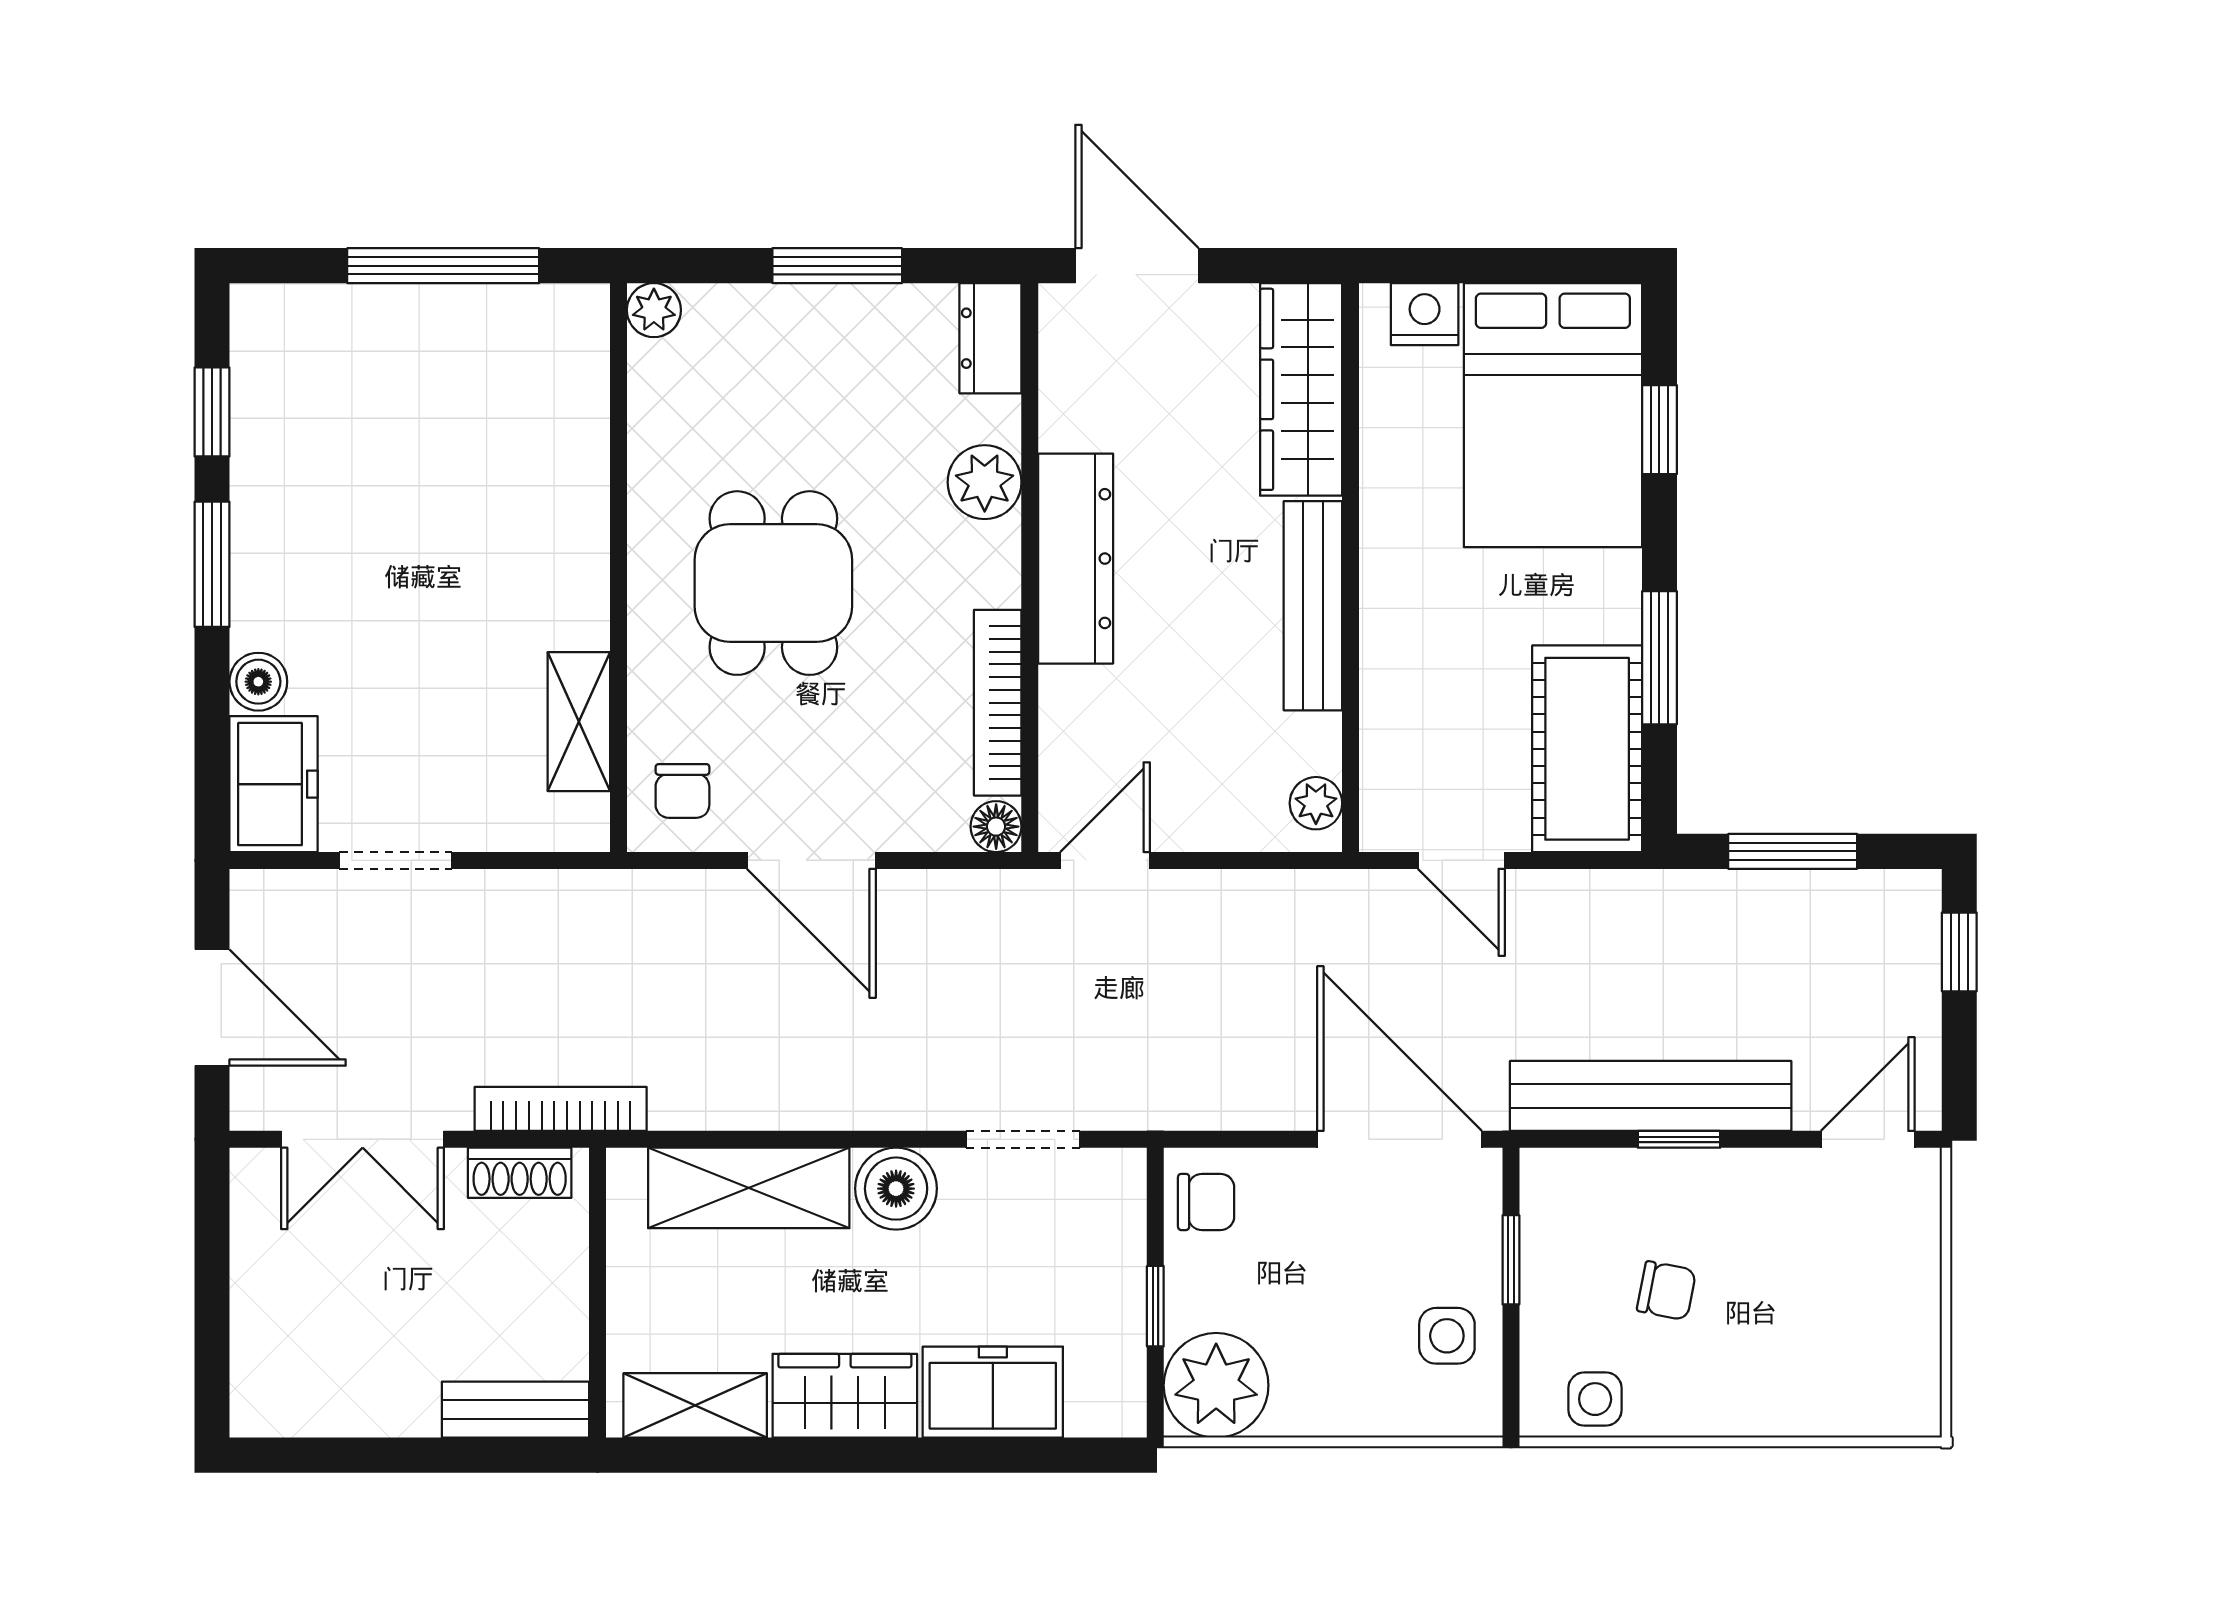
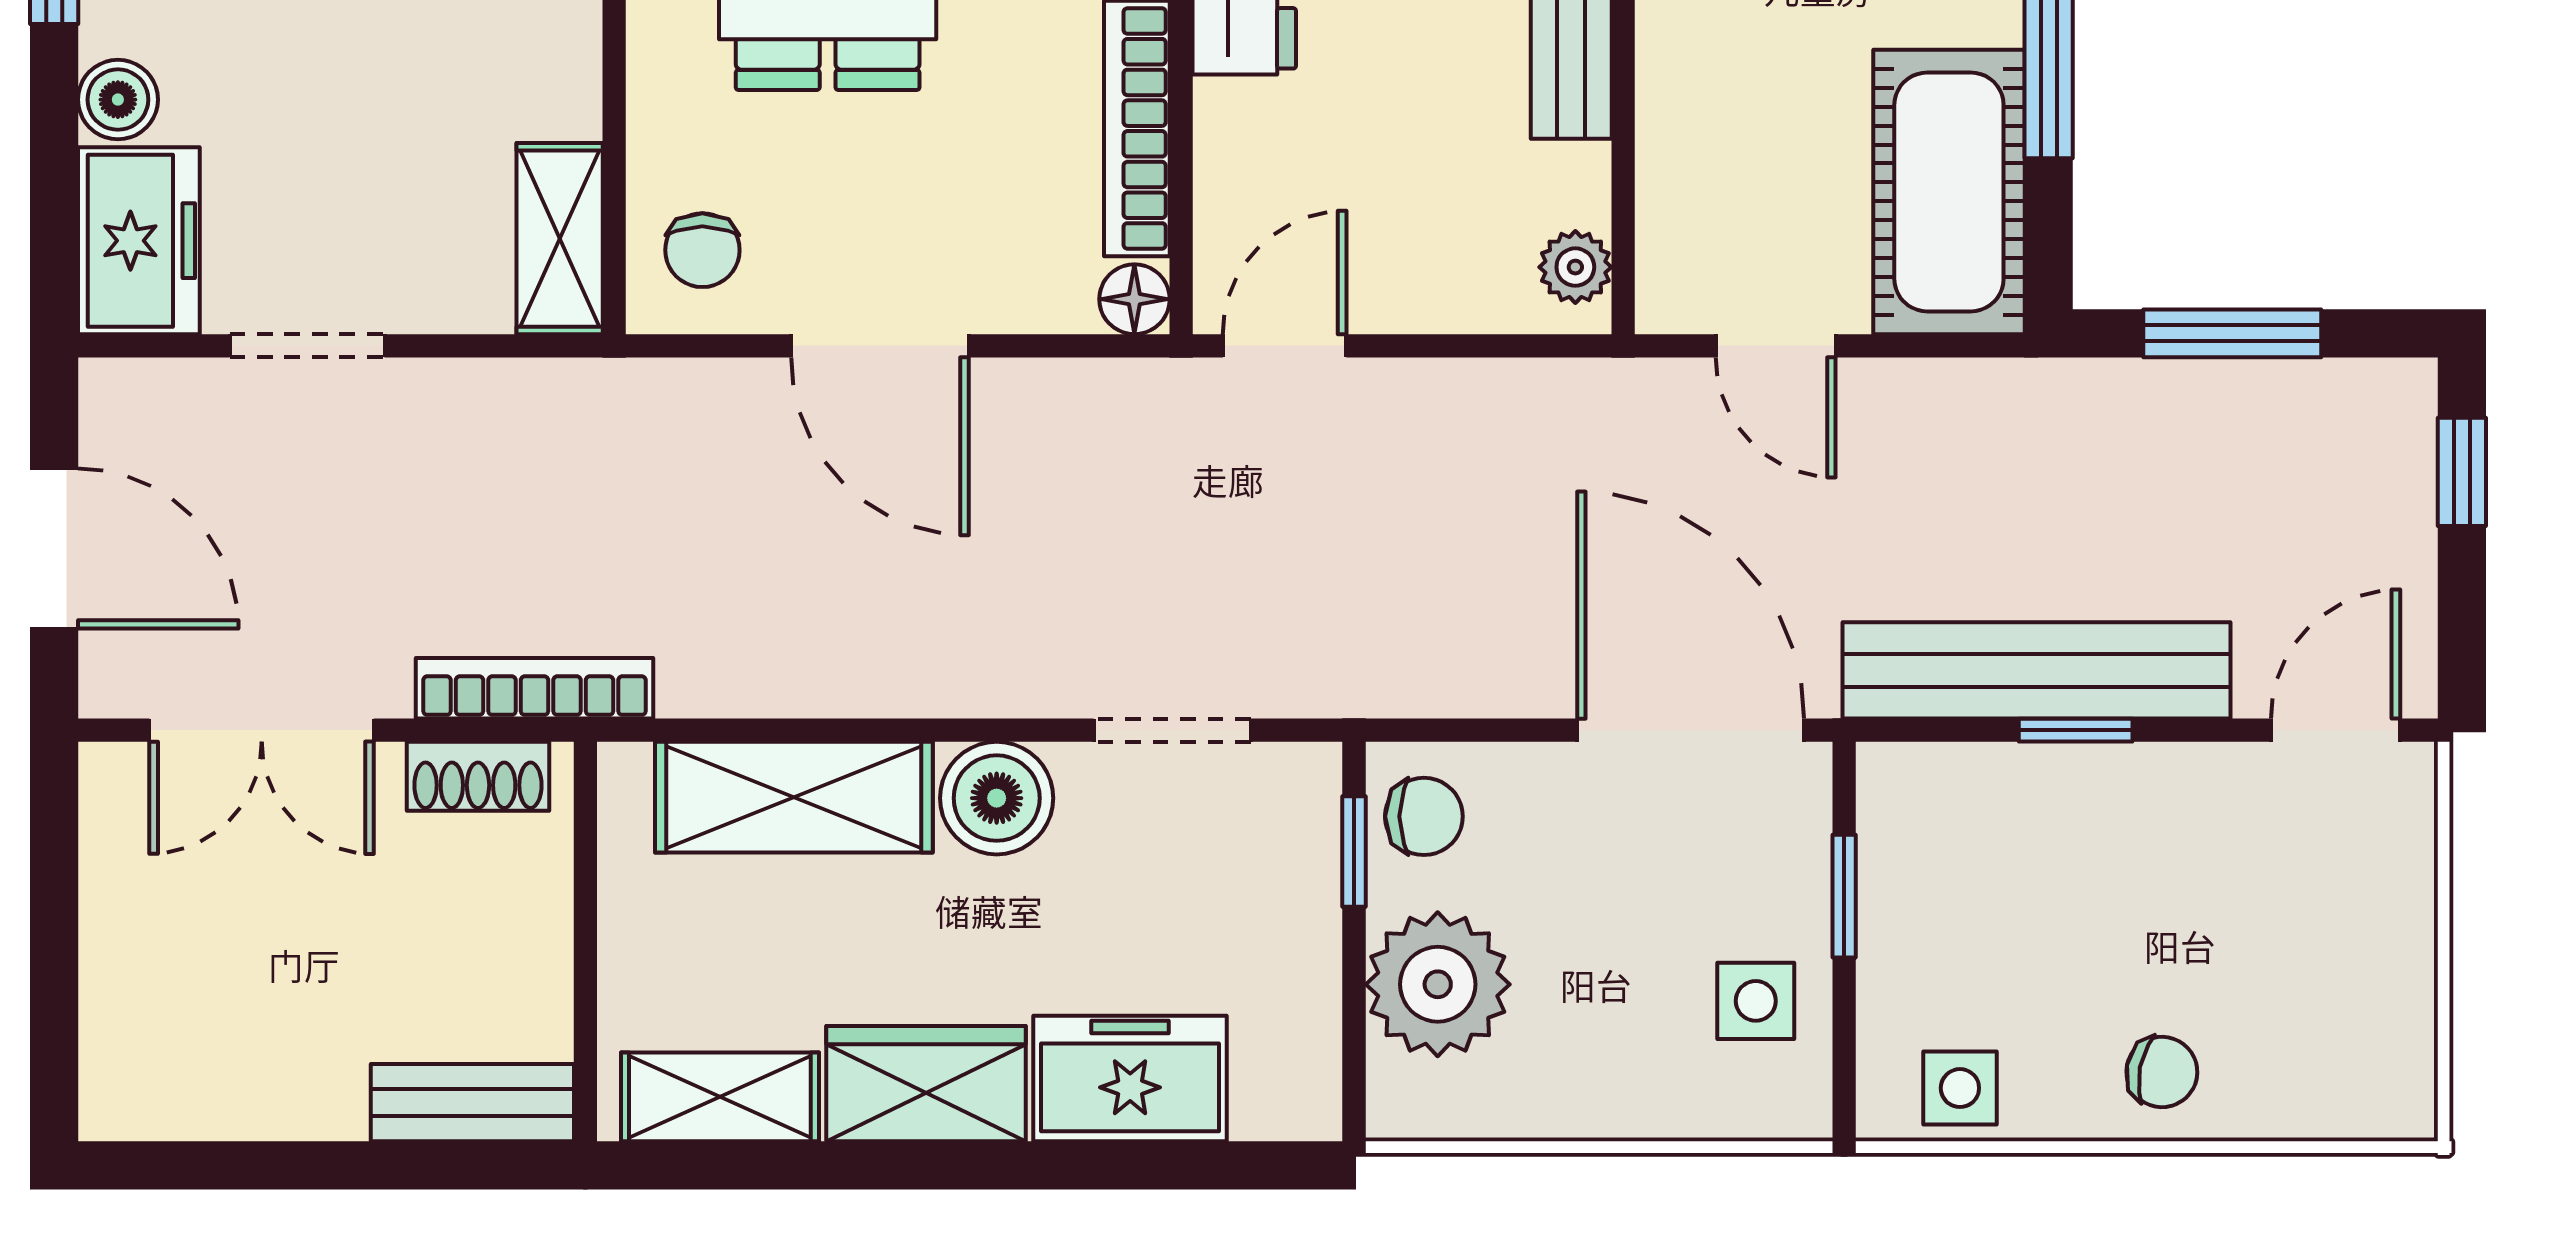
shelving: (579, 722) -> (560, 239), moved
chair: (1666, 1291) -> (2162, 1072), moved
window: (1155, 1306) -> (1354, 852), moved
plant: (1216, 1385) -> (1438, 984), moved

